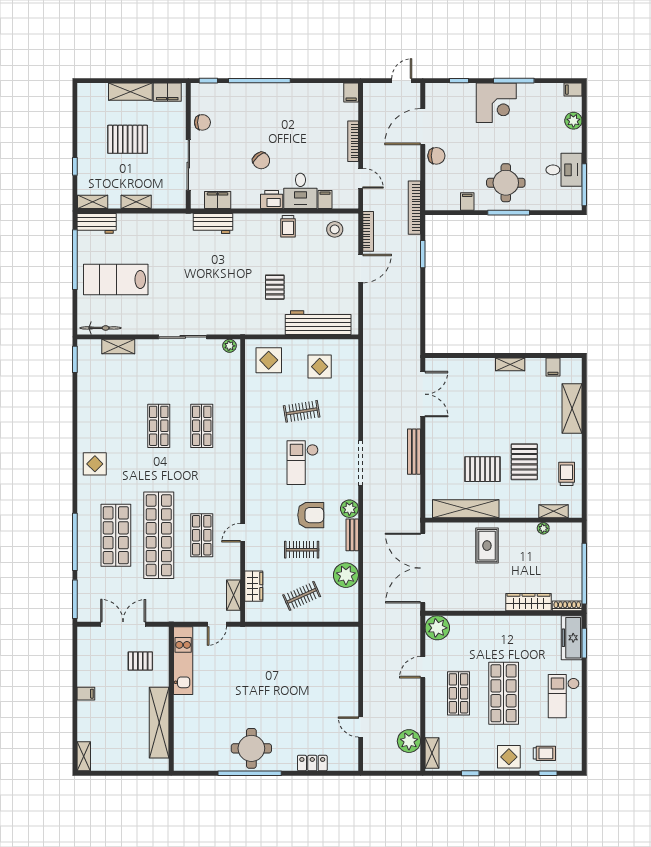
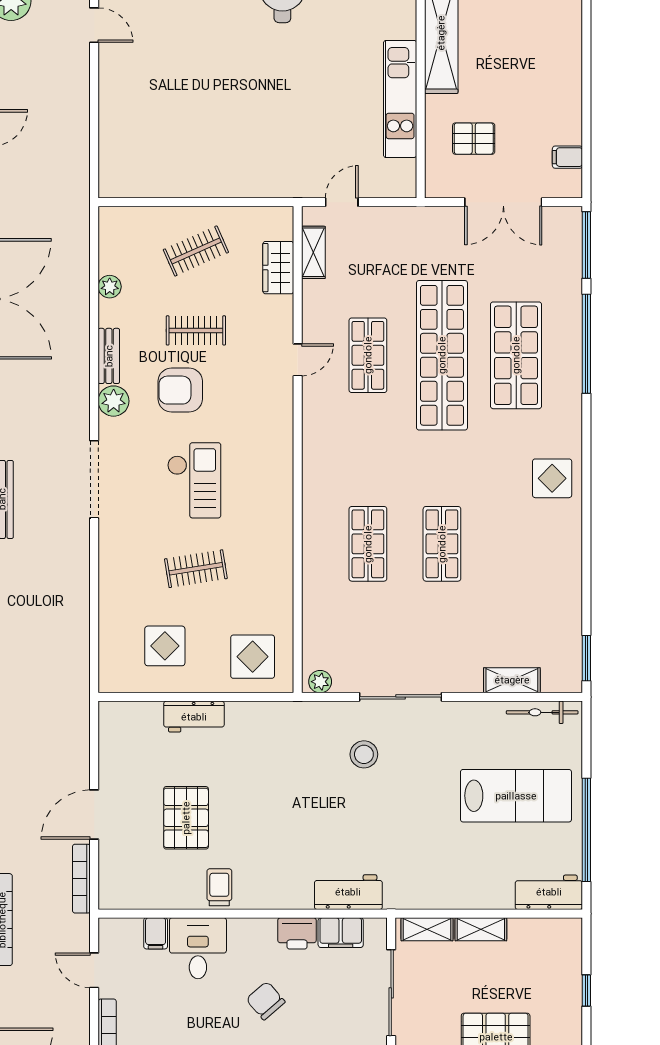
printer: (272, 200) -> (297, 933), moved
shelving: (93, 202) -> (427, 929), moved
stool: (335, 229) -> (364, 754), moved
pallet: (275, 287) -> (186, 818), moved, width x1.50, depth x1.42
workbench: (318, 323) -> (194, 717), width x0.53, depth x0.76
plant: (346, 575) -> (110, 287), width x0.53, depth x0.53
kitchen unit: (183, 661) -> (400, 99), moved
filing cabinet: (86, 694) -> (567, 157), moved

